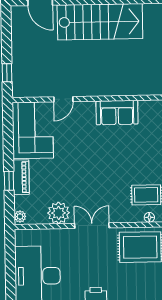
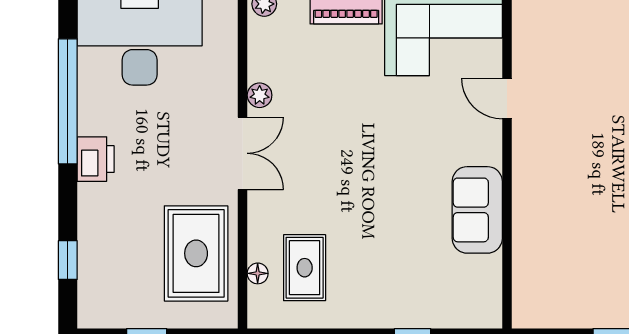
plant: (59, 213) -> (260, 95), width x0.53, depth x0.53

